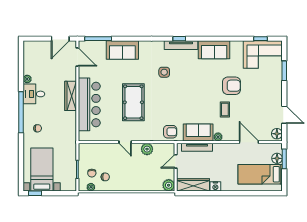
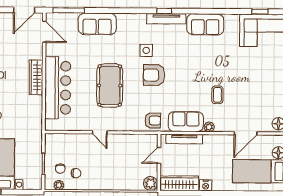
armchair: (232, 86) -> (154, 75), moved, turned 180
door: (249, 142) -> (246, 133), swing flipped
plant: (147, 149) -> (125, 141), removed

